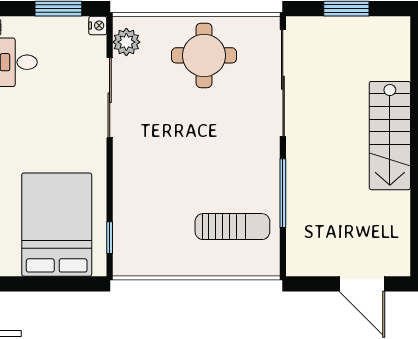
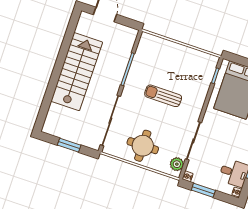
stairs: (390, 136) -> (77, 72), width x1.36, depth x1.51
sun lounger: (232, 227) -> (163, 96), moved

